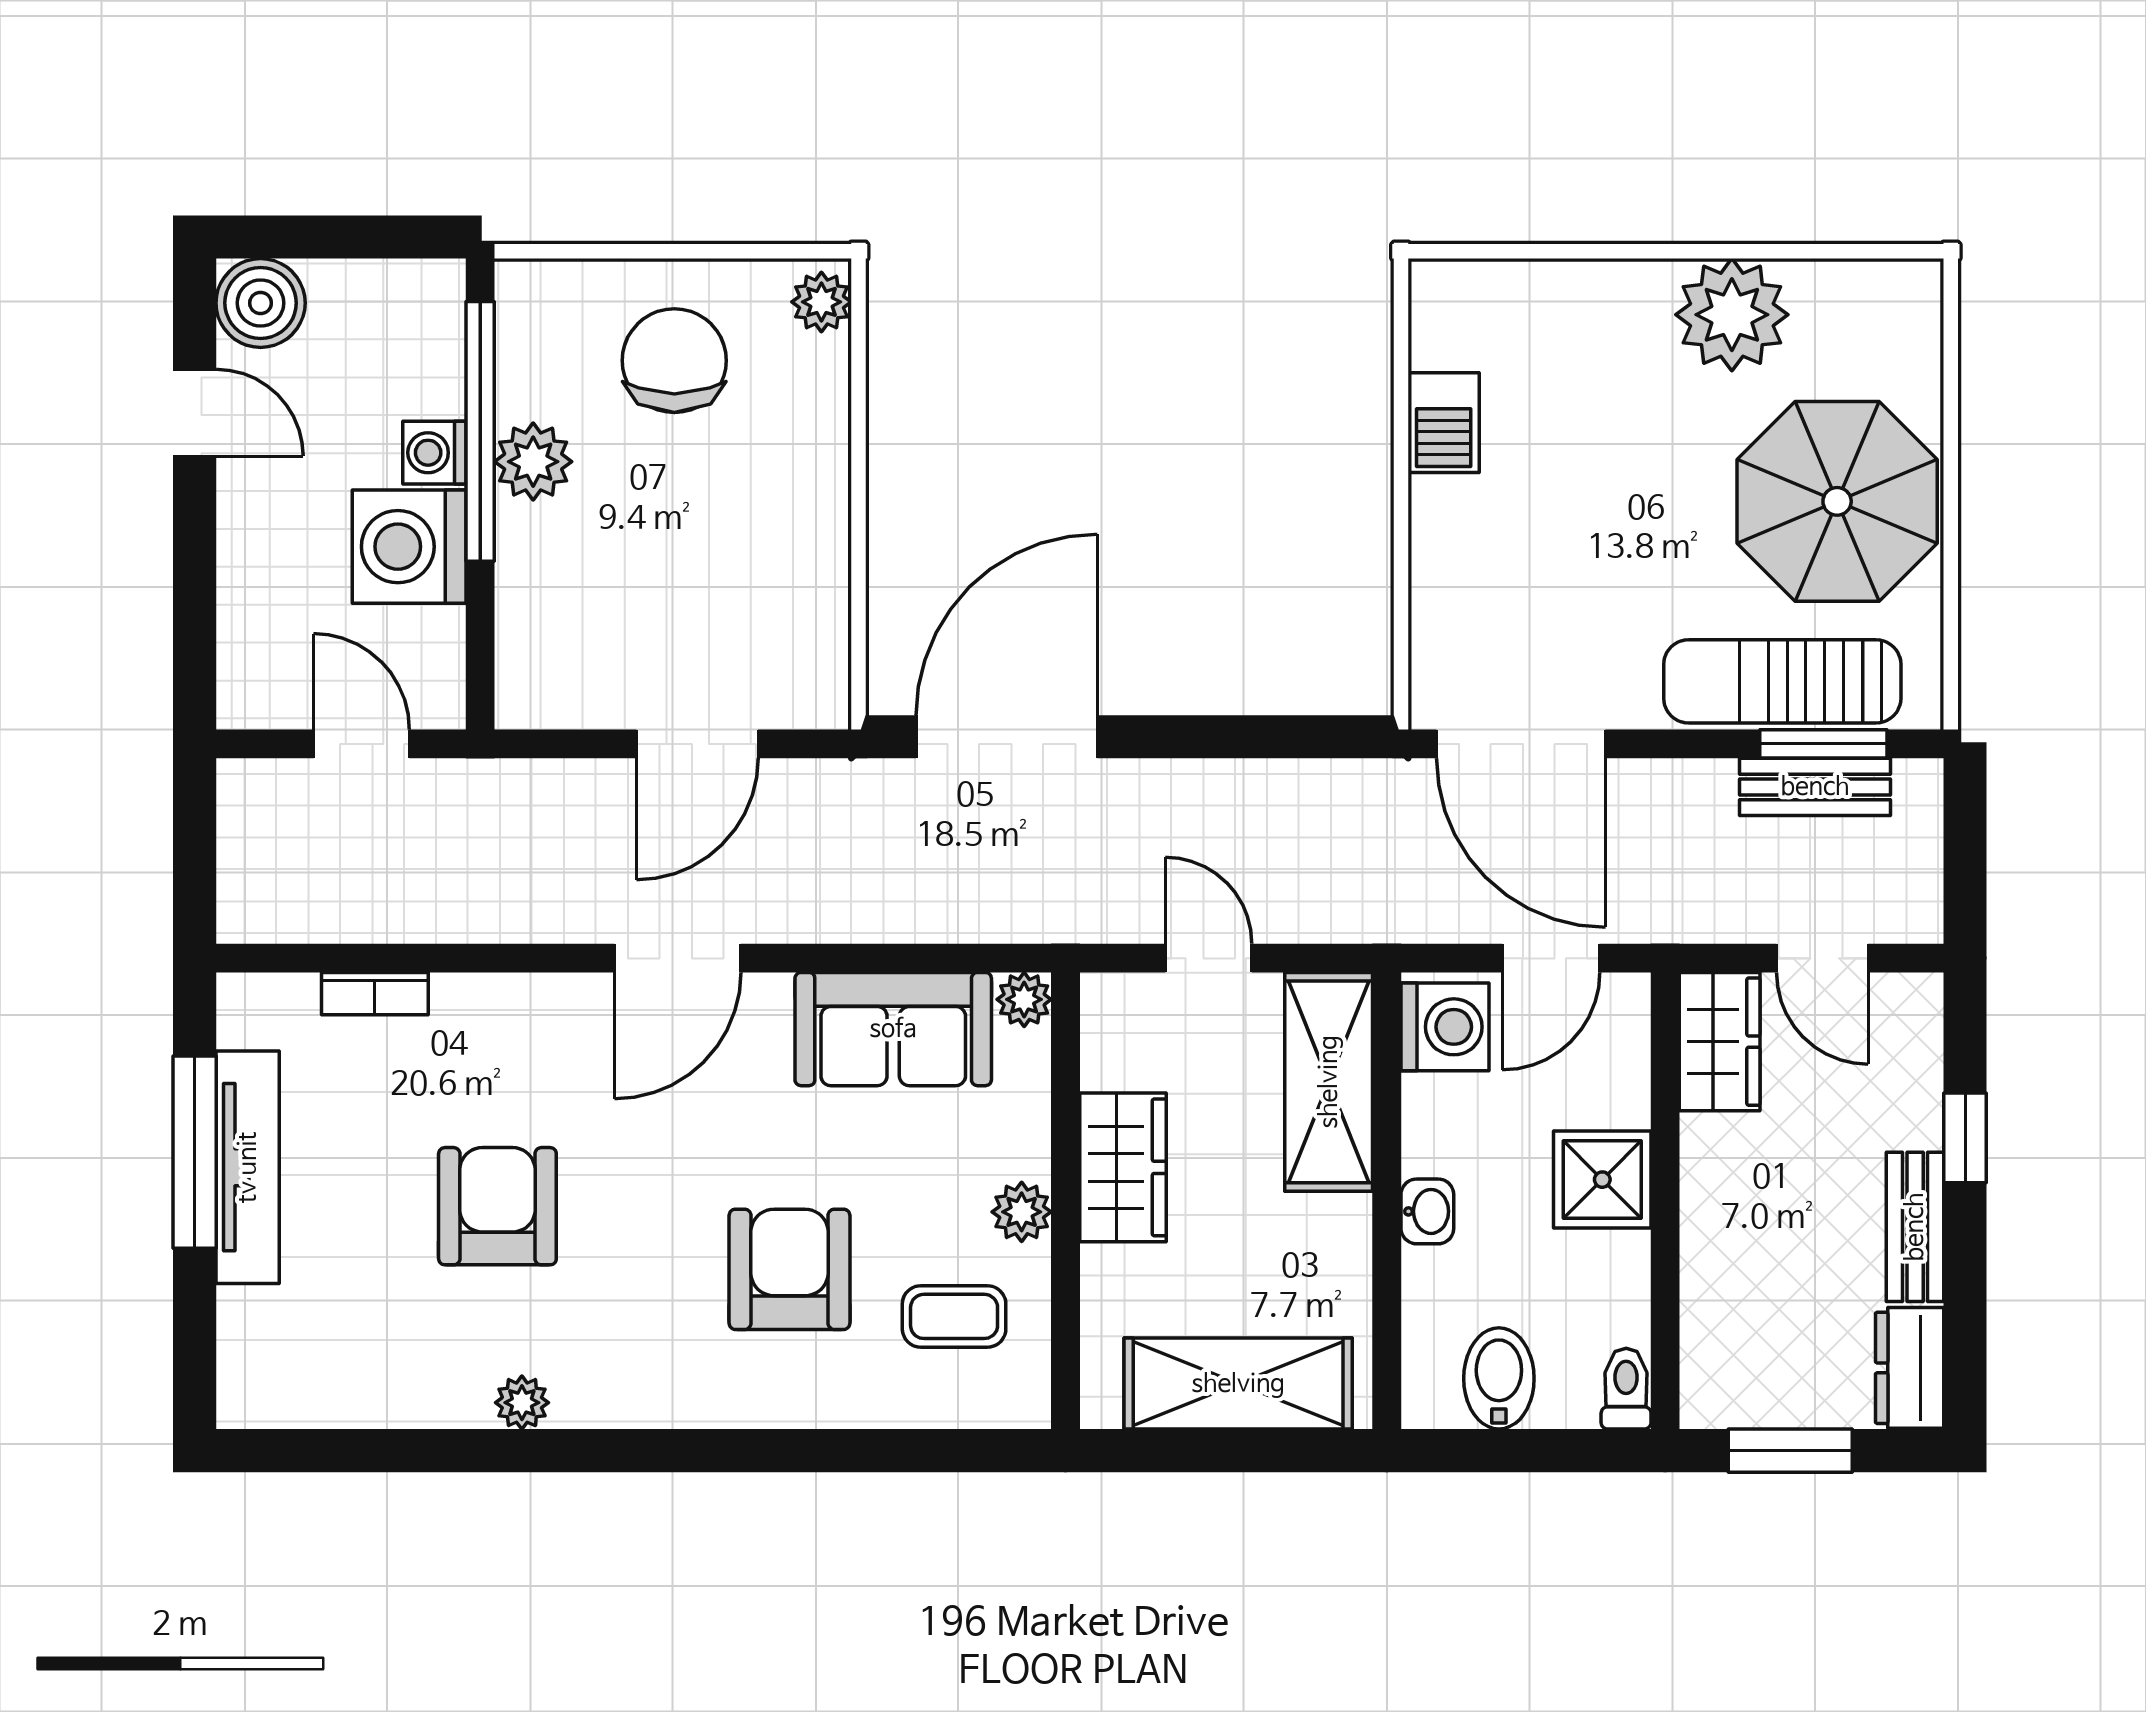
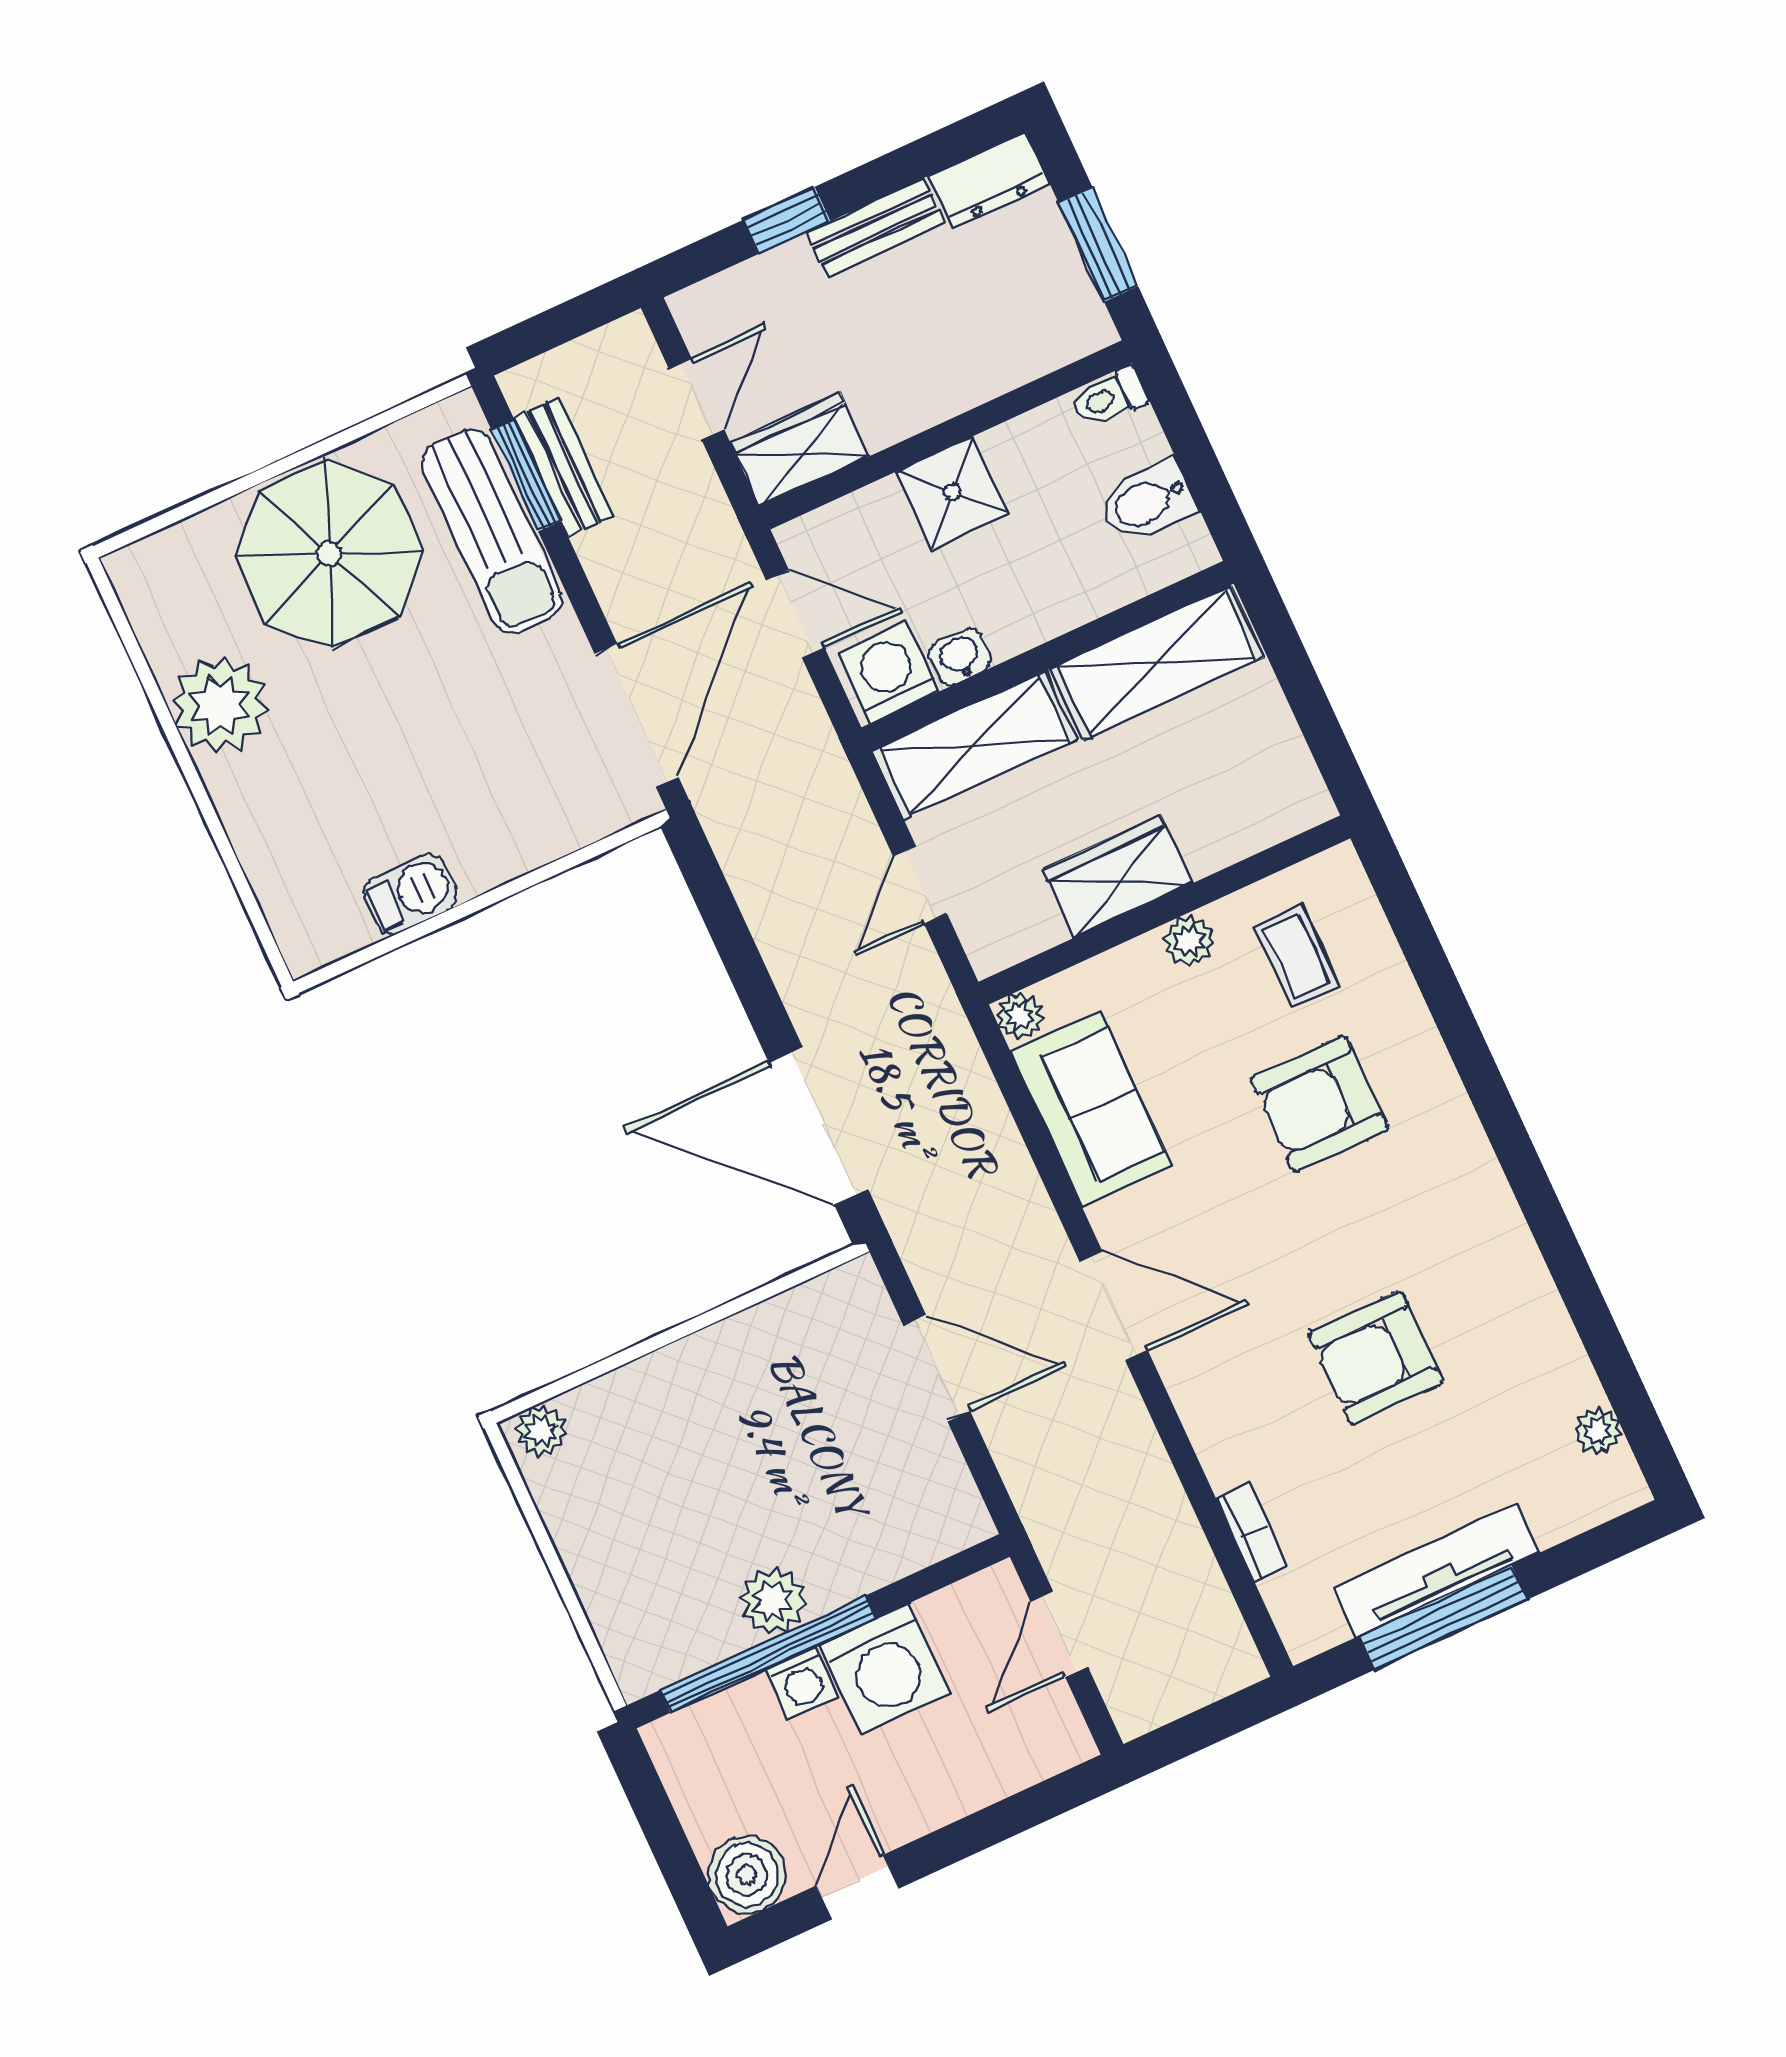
chair: (674, 361) -> (641, 1526), removed
washbasin: (1427, 1211) -> (960, 657), moved
shelving: (1238, 1384) -> (1157, 663), moved, turned 90
plant: (522, 1403) -> (1598, 1431), moved

